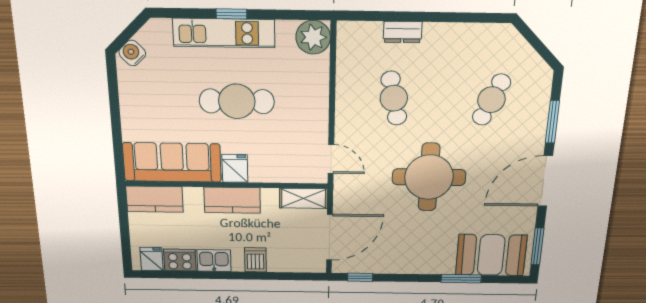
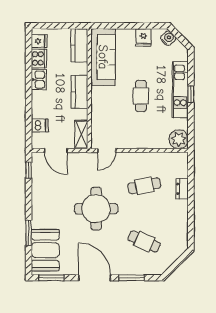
cafe table: (237, 101) -> (141, 96), width x0.73, depth x0.74
fridge: (235, 168) -> (143, 37), moved, turned 90
door: (329, 237) -> (56, 150), width x0.73
dishwasher: (255, 260) -> (40, 125), moved

